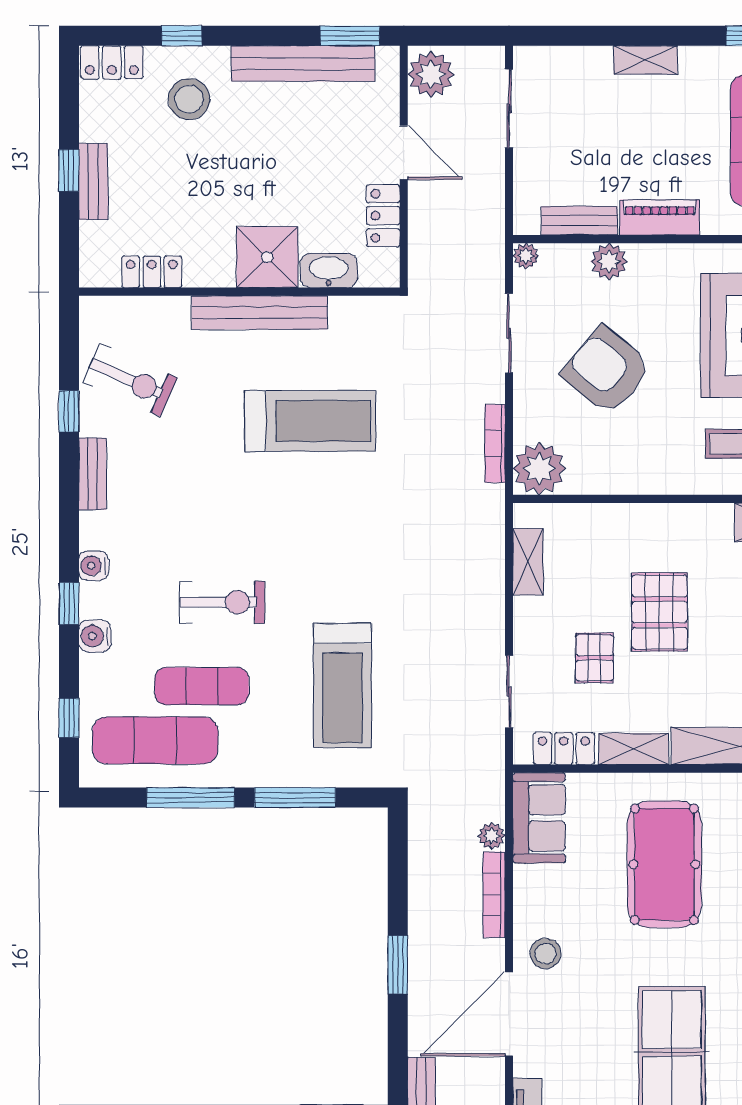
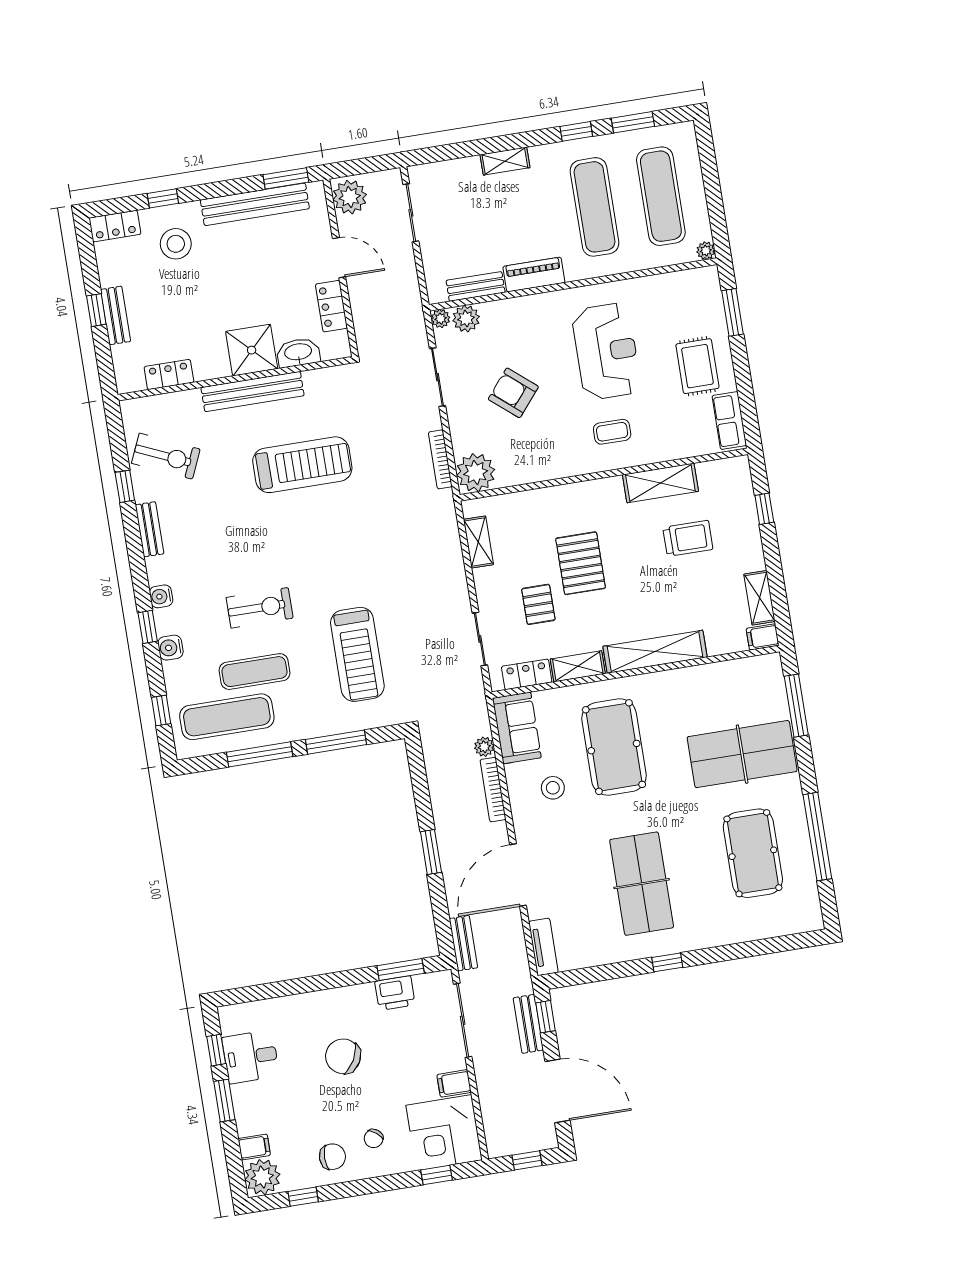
plant: (609, 261) -> (466, 319), moved
armchair: (607, 371) -> (513, 393), width x0.73, depth x0.73
stool: (545, 954) -> (553, 788), moved

